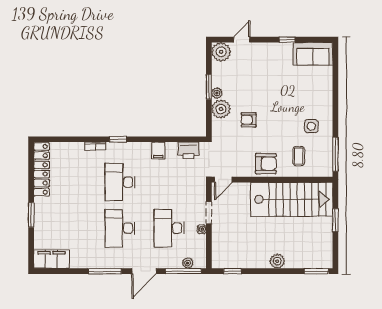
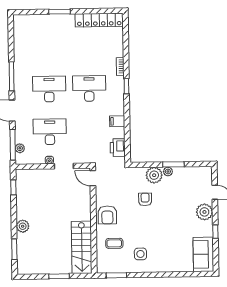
plant: (221, 52) -> (204, 212), moved
window: (335, 154) -> (116, 275), width x0.69
stairs: (292, 199) -> (82, 247), width x0.73, depth x0.66
filing cabinet: (52, 259) -> (21, 30), removed
window: (316, 271) -> (14, 249), moved

